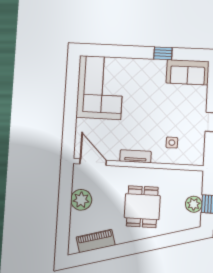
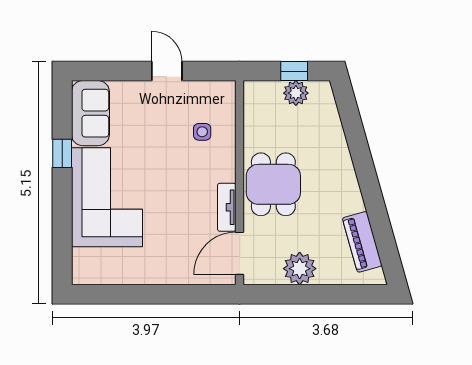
corner sofa: (100, 87) -> (107, 197), moved, turned 90
tv unit: (135, 156) -> (227, 207), moved
dining table: (142, 207) -> (273, 184), moved, turned 90

